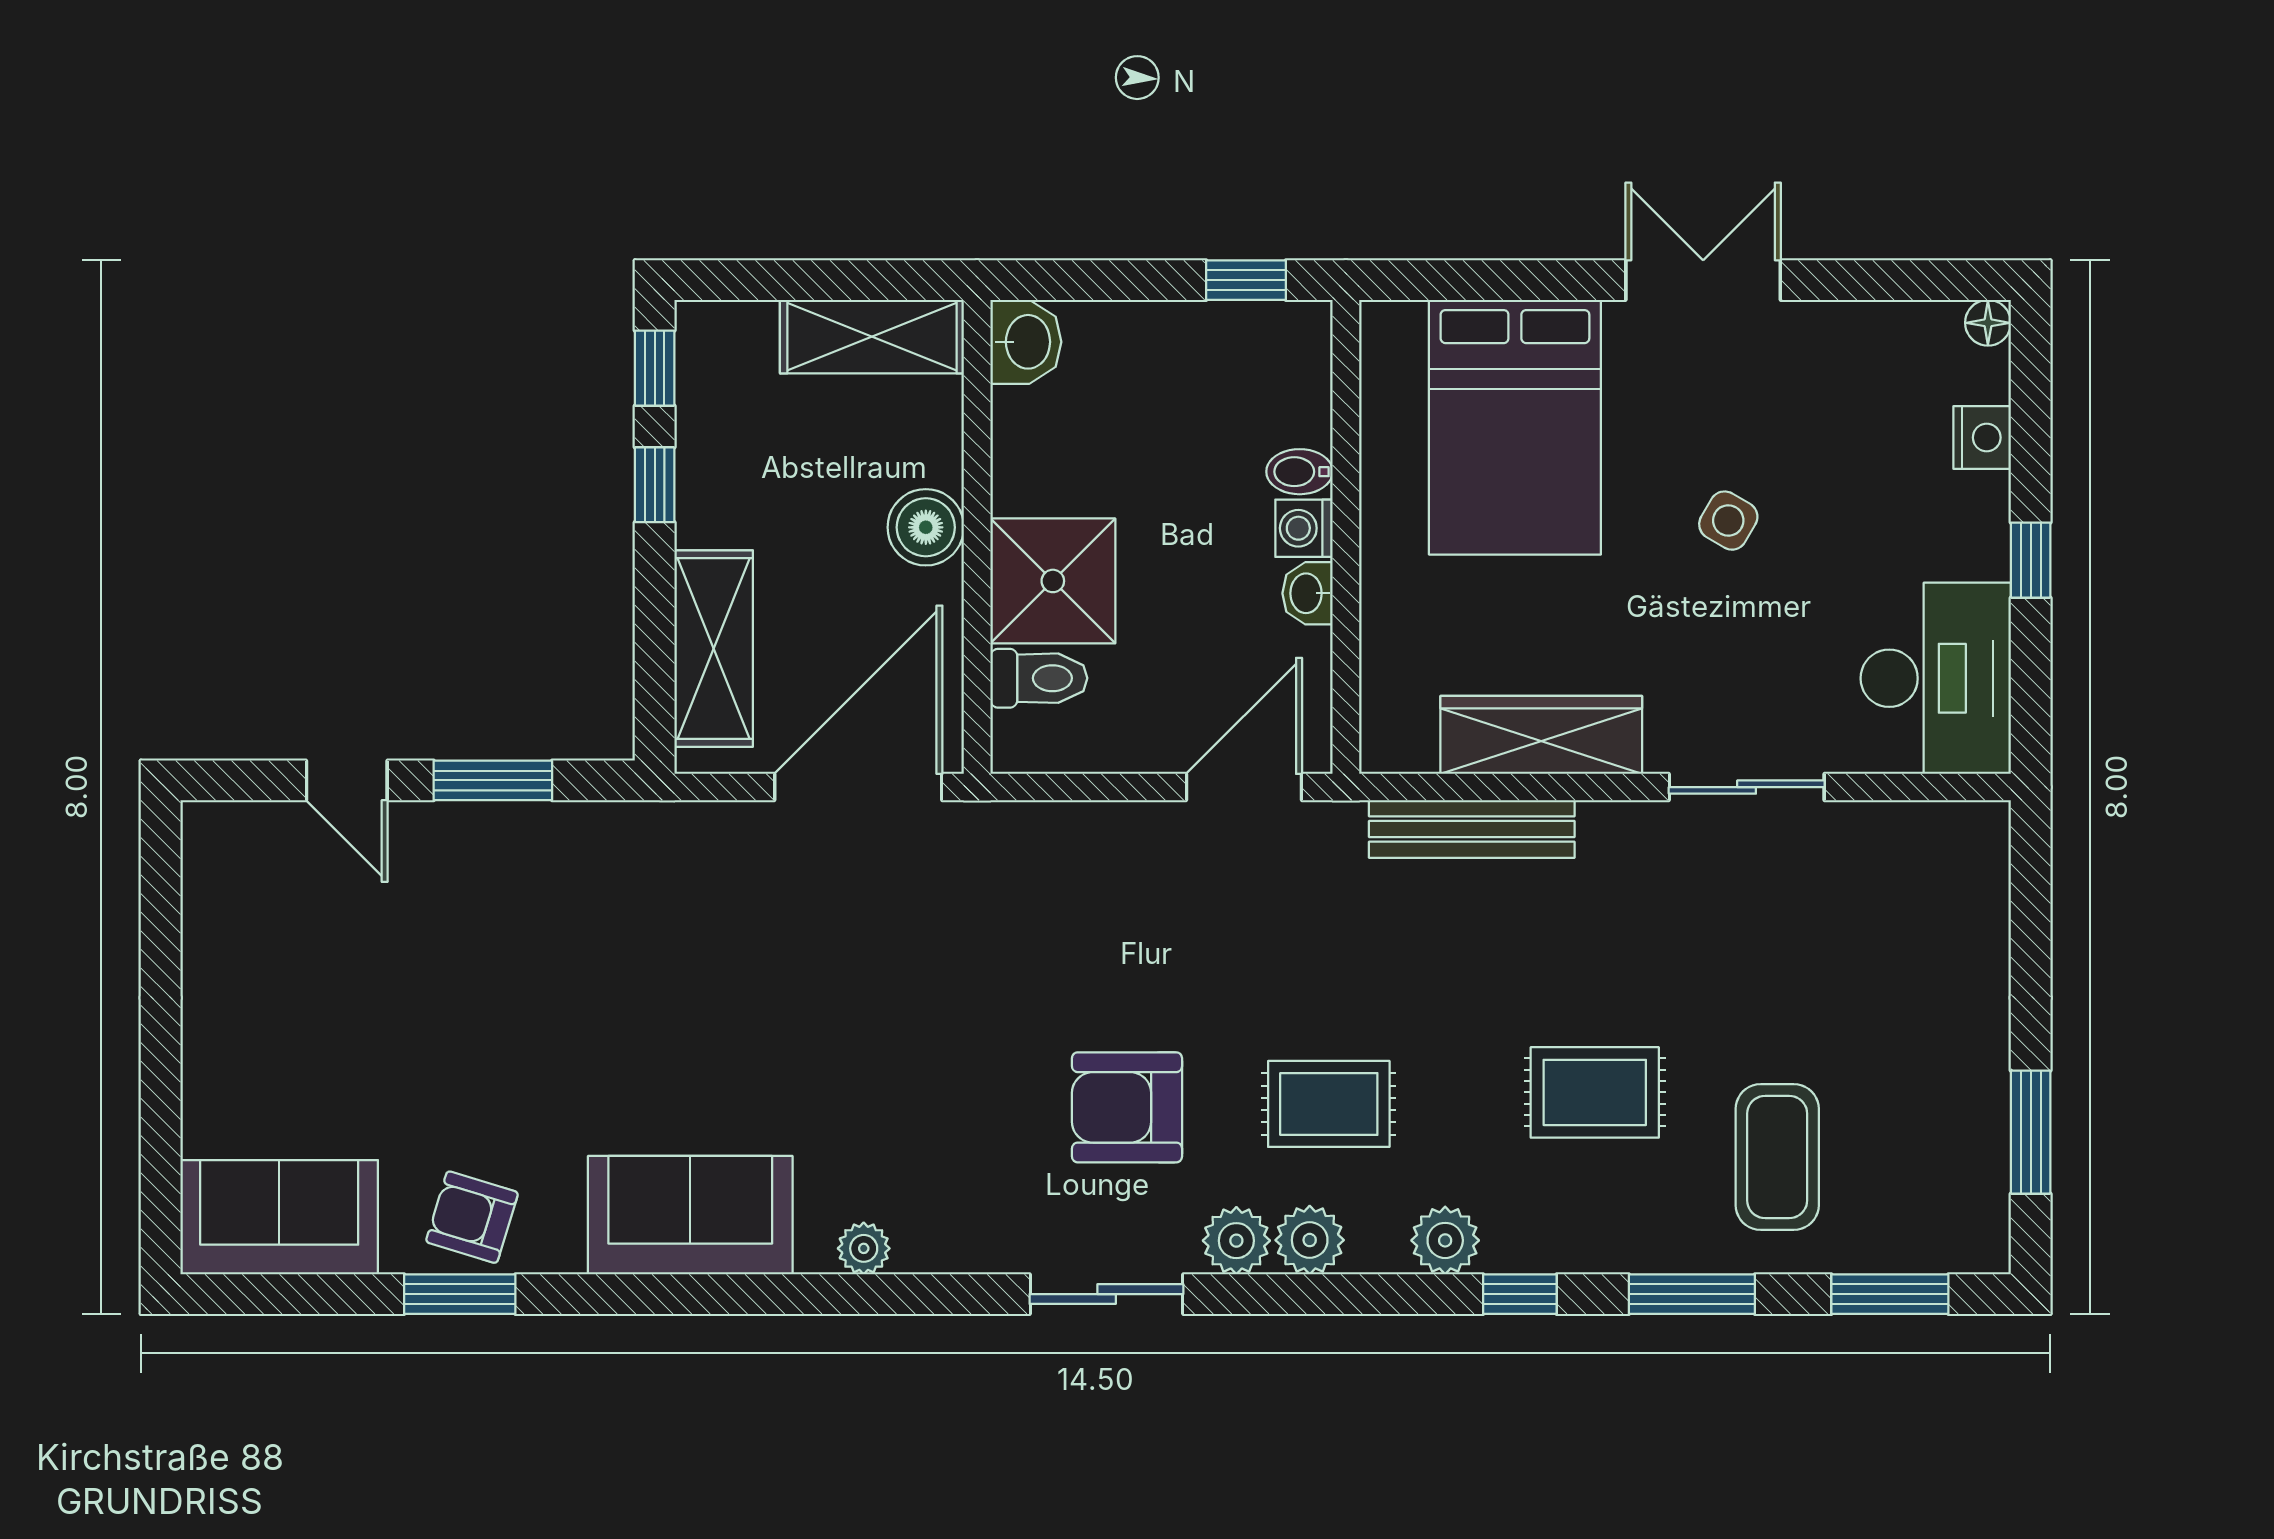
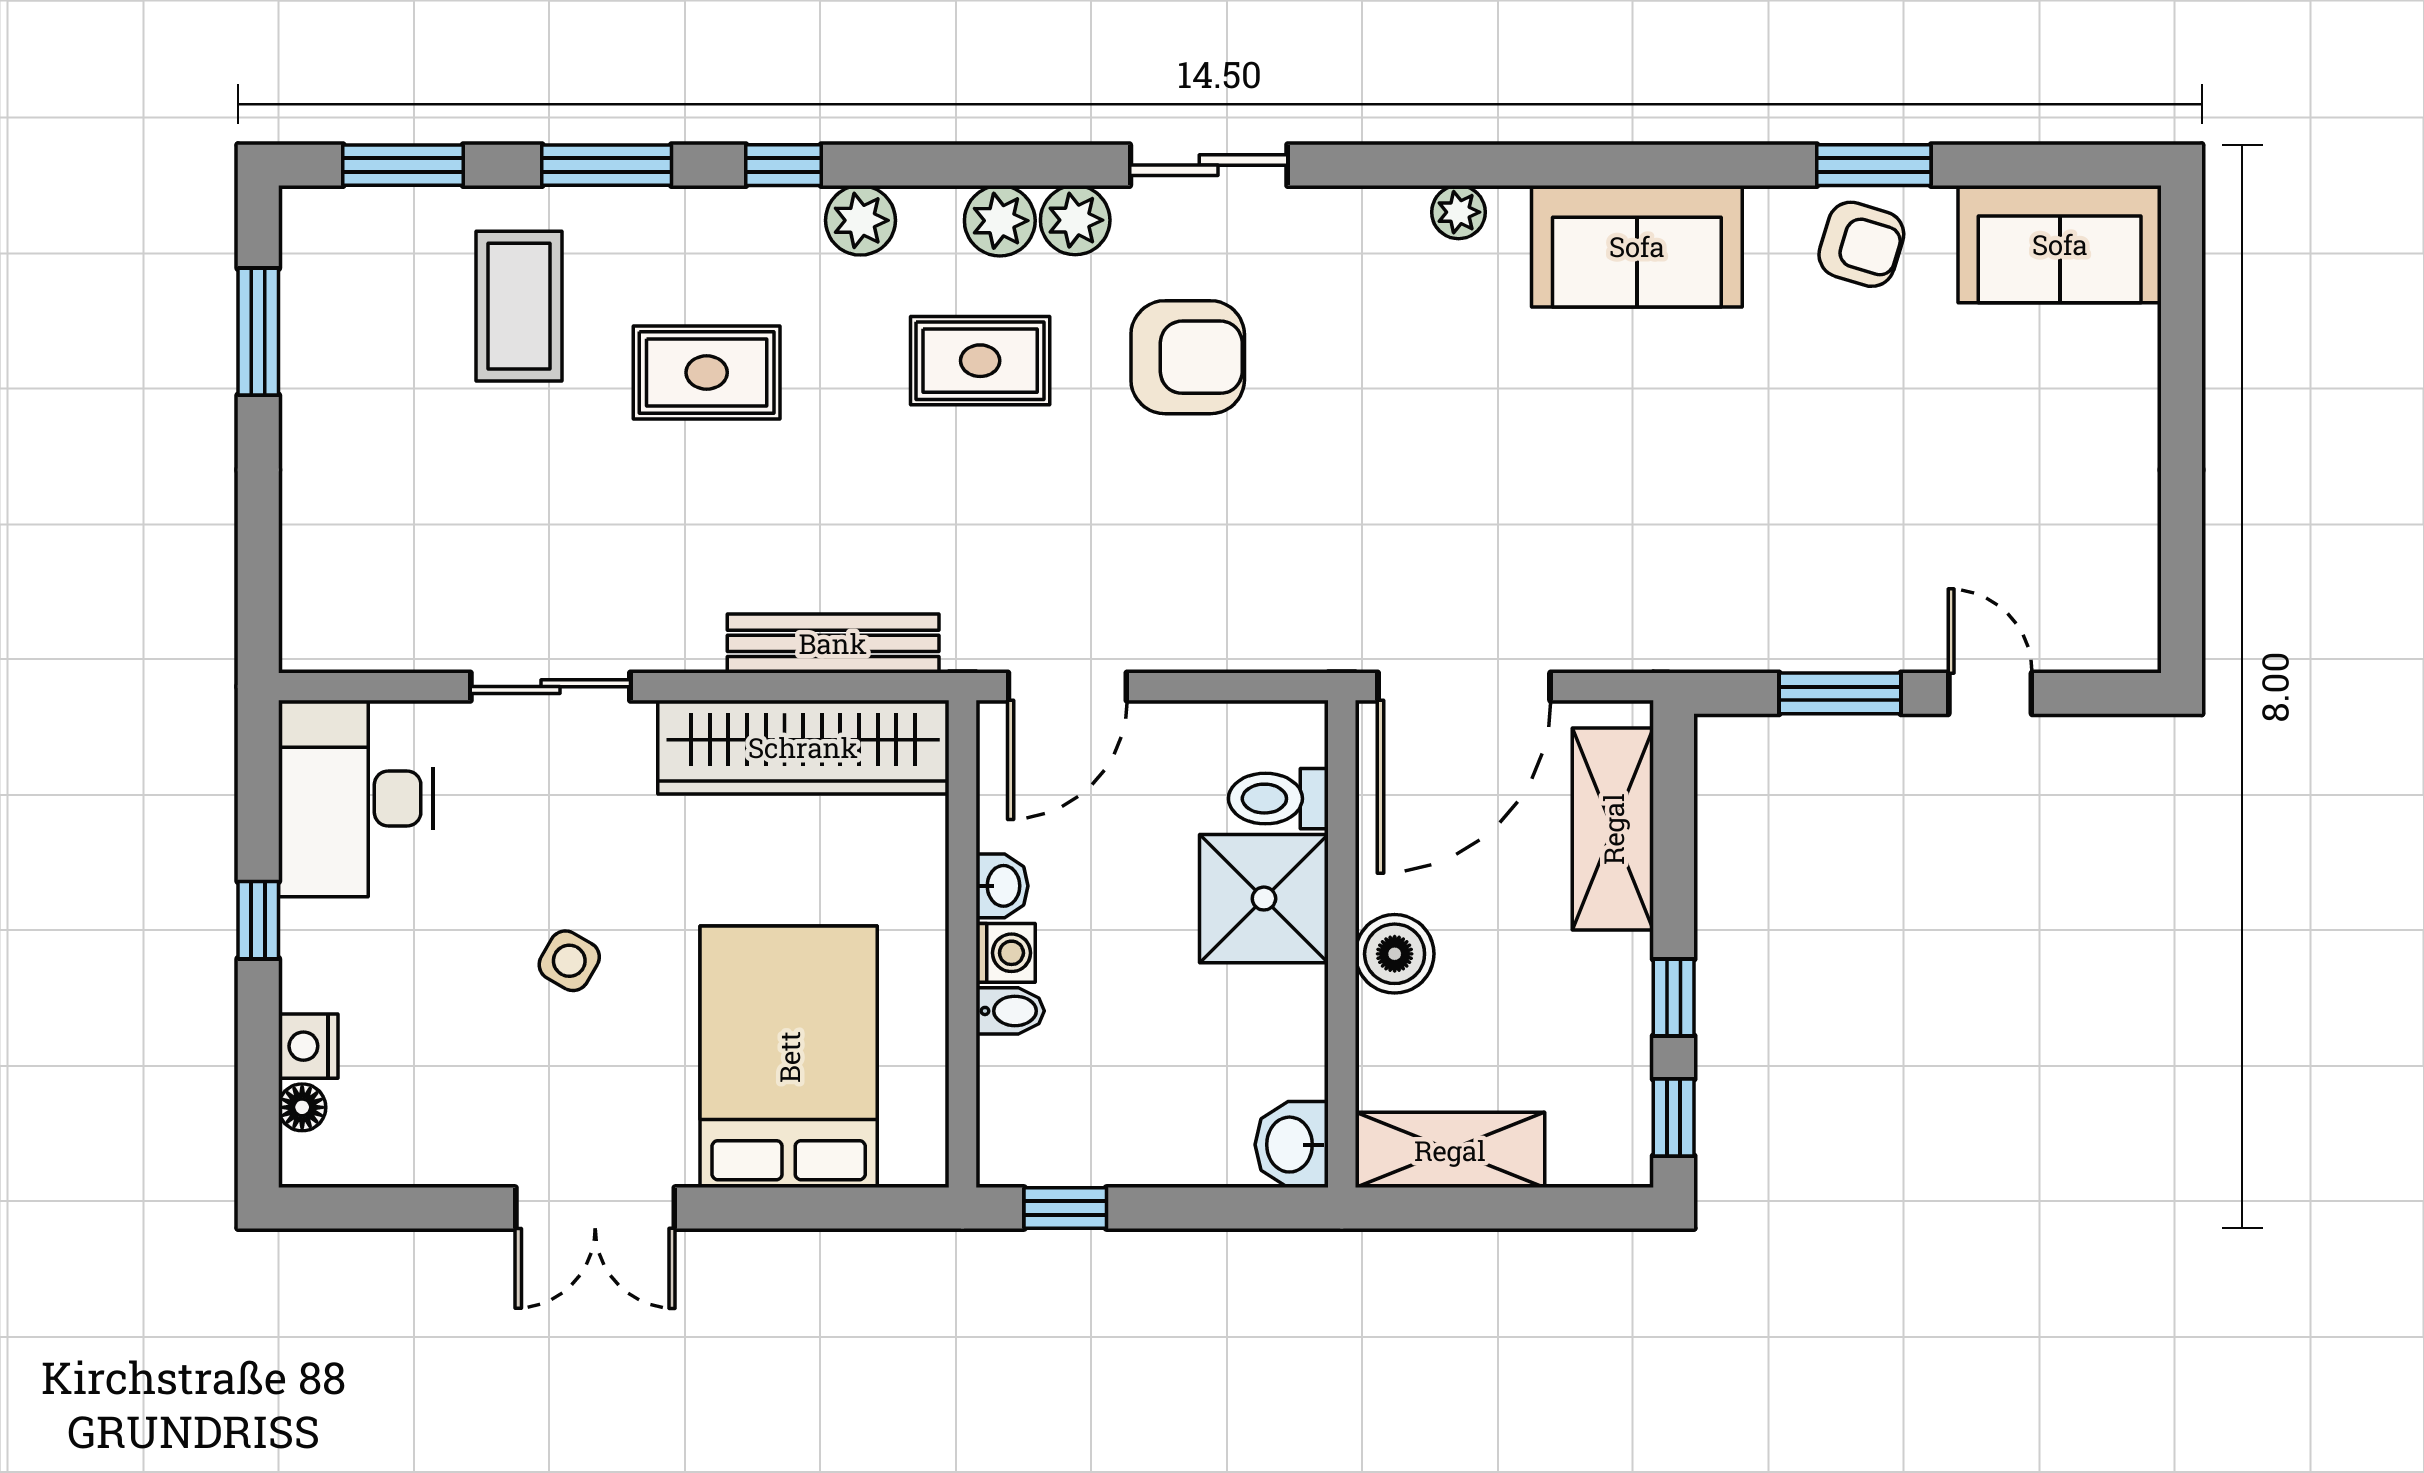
floor lamp: (1988, 323) -> (302, 1107), moved
wardrobe: (1541, 735) -> (803, 747), width x1.40, depth x1.17

